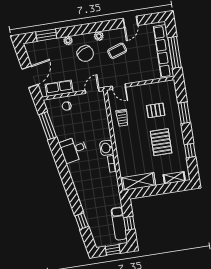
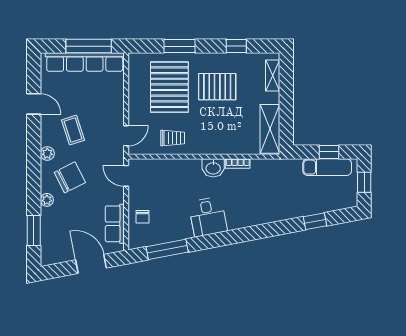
pallet: (156, 110) -> (169, 87), width x2.05, depth x2.00

